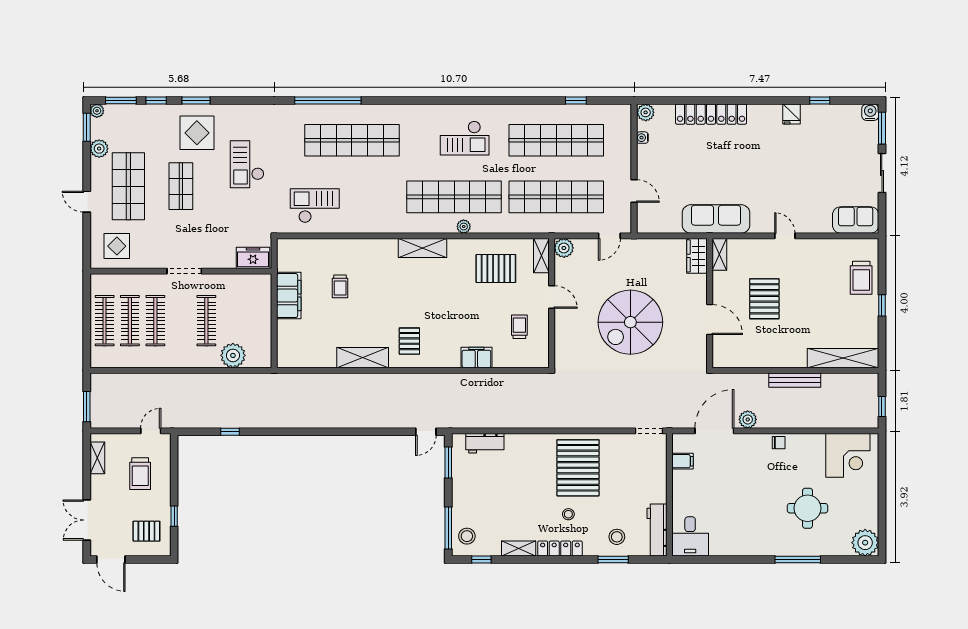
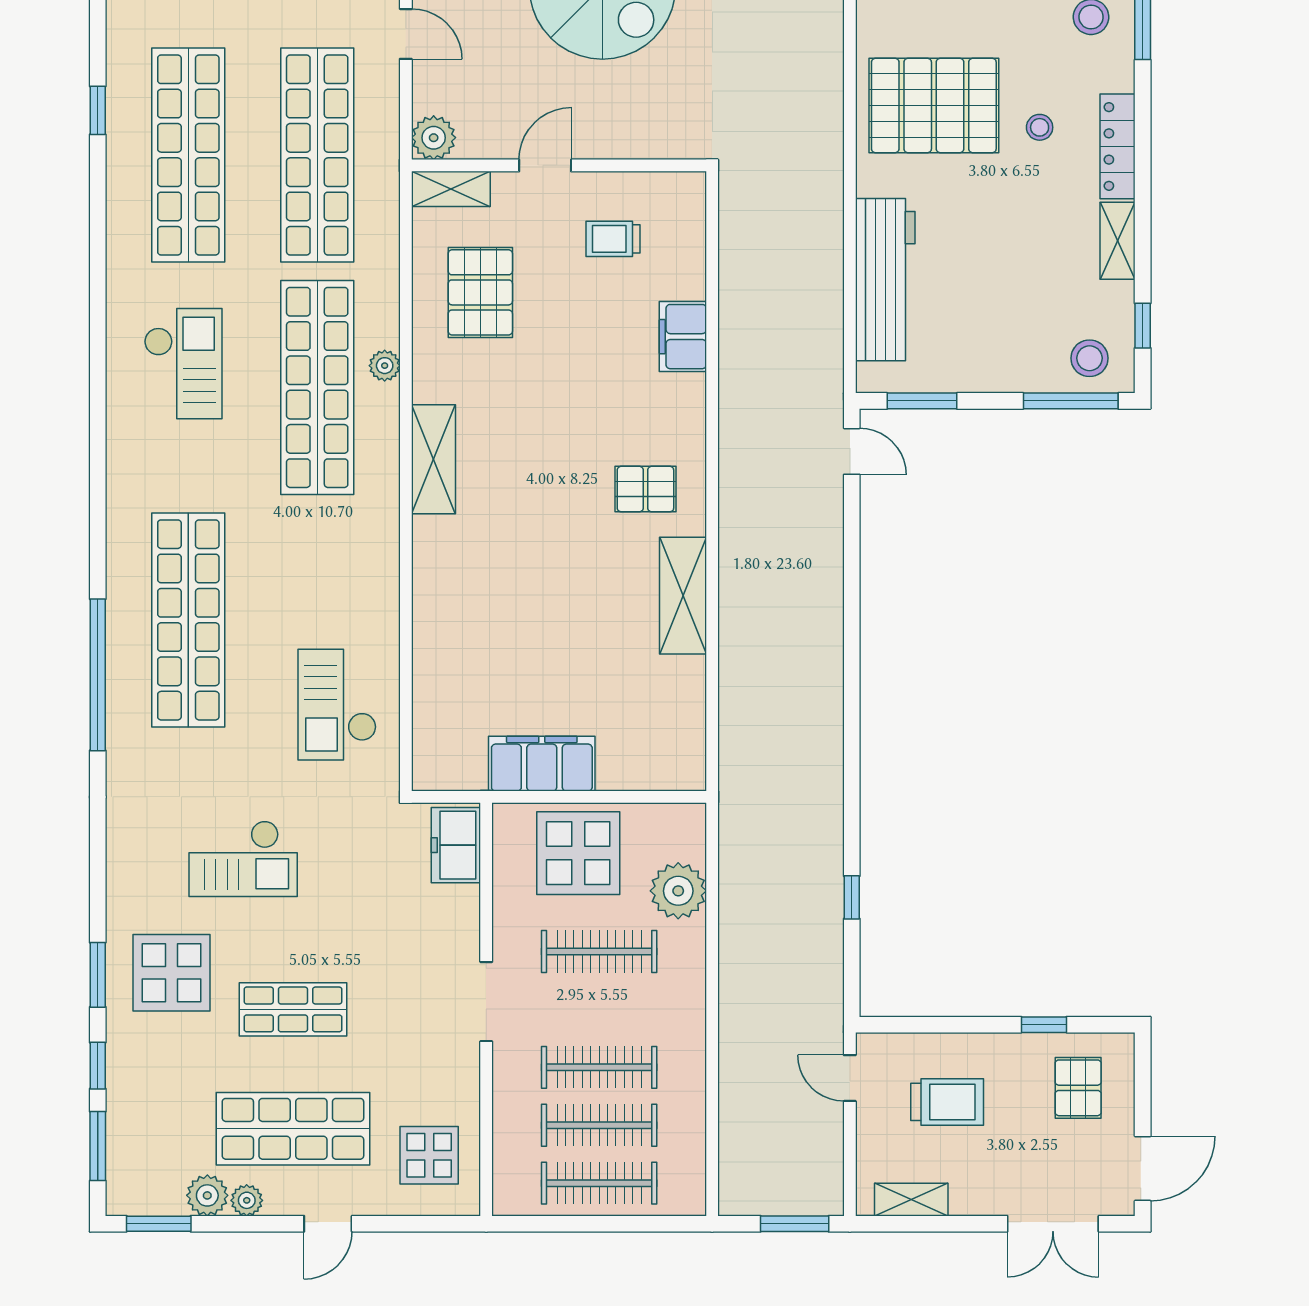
plant: (97, 111) -> (247, 1200), moved
trolley: (340, 286) -> (521, 647), removed
display table: (250, 312) -> (578, 853), added
workbench: (485, 443) -> (885, 280), width x1.88, depth x1.32

